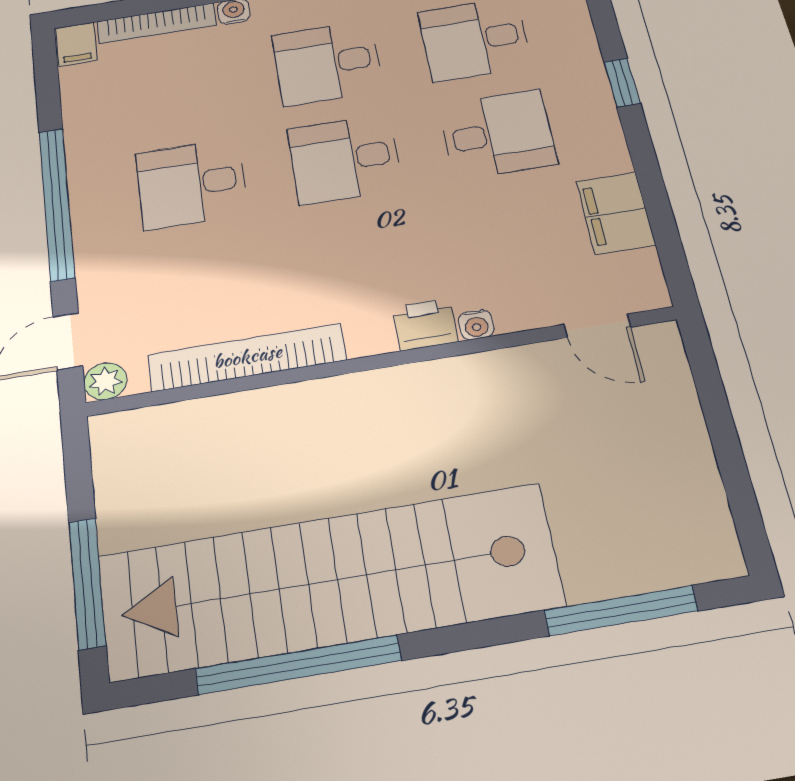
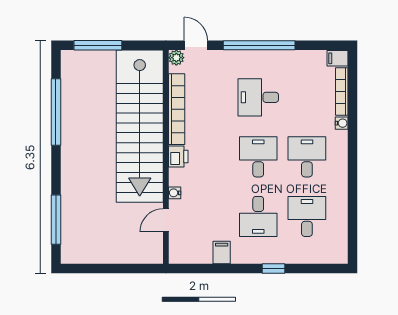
desk: (192, 184) -> (258, 97), turned -90
filing cabinet: (616, 213) -> (222, 253), width x0.50
printer: (425, 324) -> (178, 157), moved
door: (597, 326) -> (166, 220), moved
stairs: (329, 581) -> (140, 126), moved, turned 180

